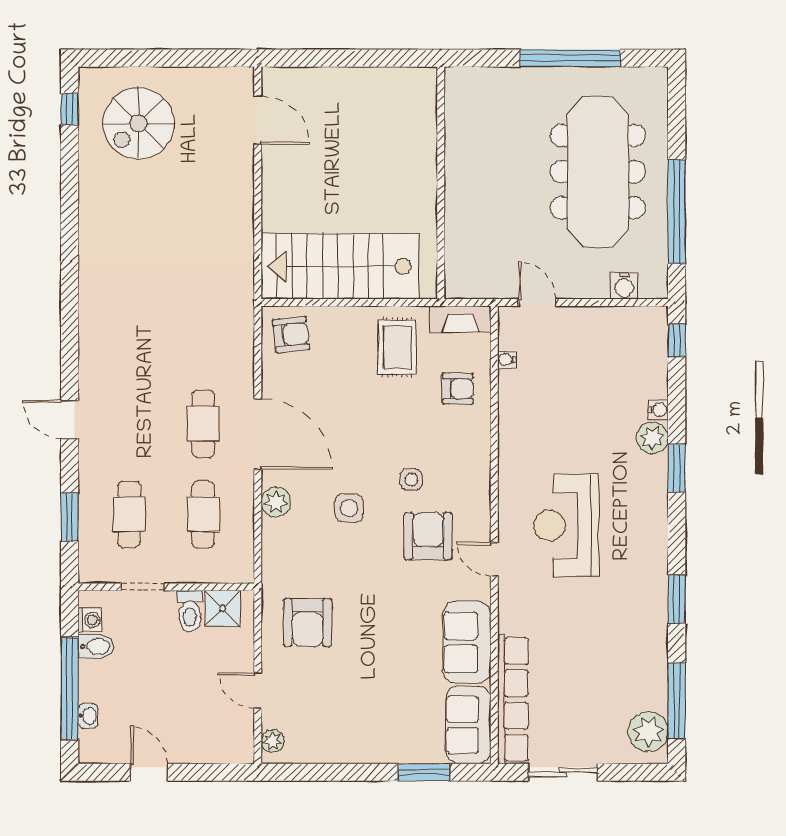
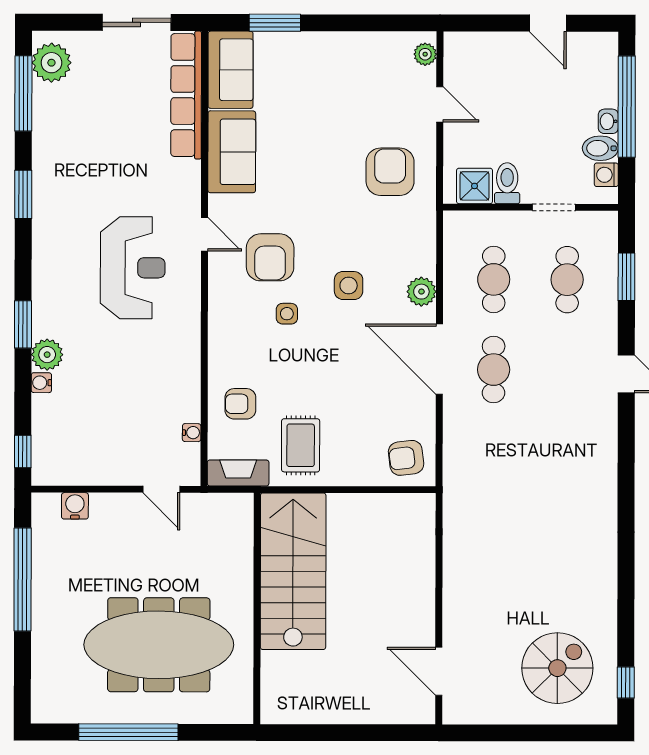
meeting table: (598, 172) -> (159, 645), moved, turned 90
stairs: (340, 266) -> (293, 571), moved, turned -90
washbasin: (88, 716) -> (608, 121), moved

